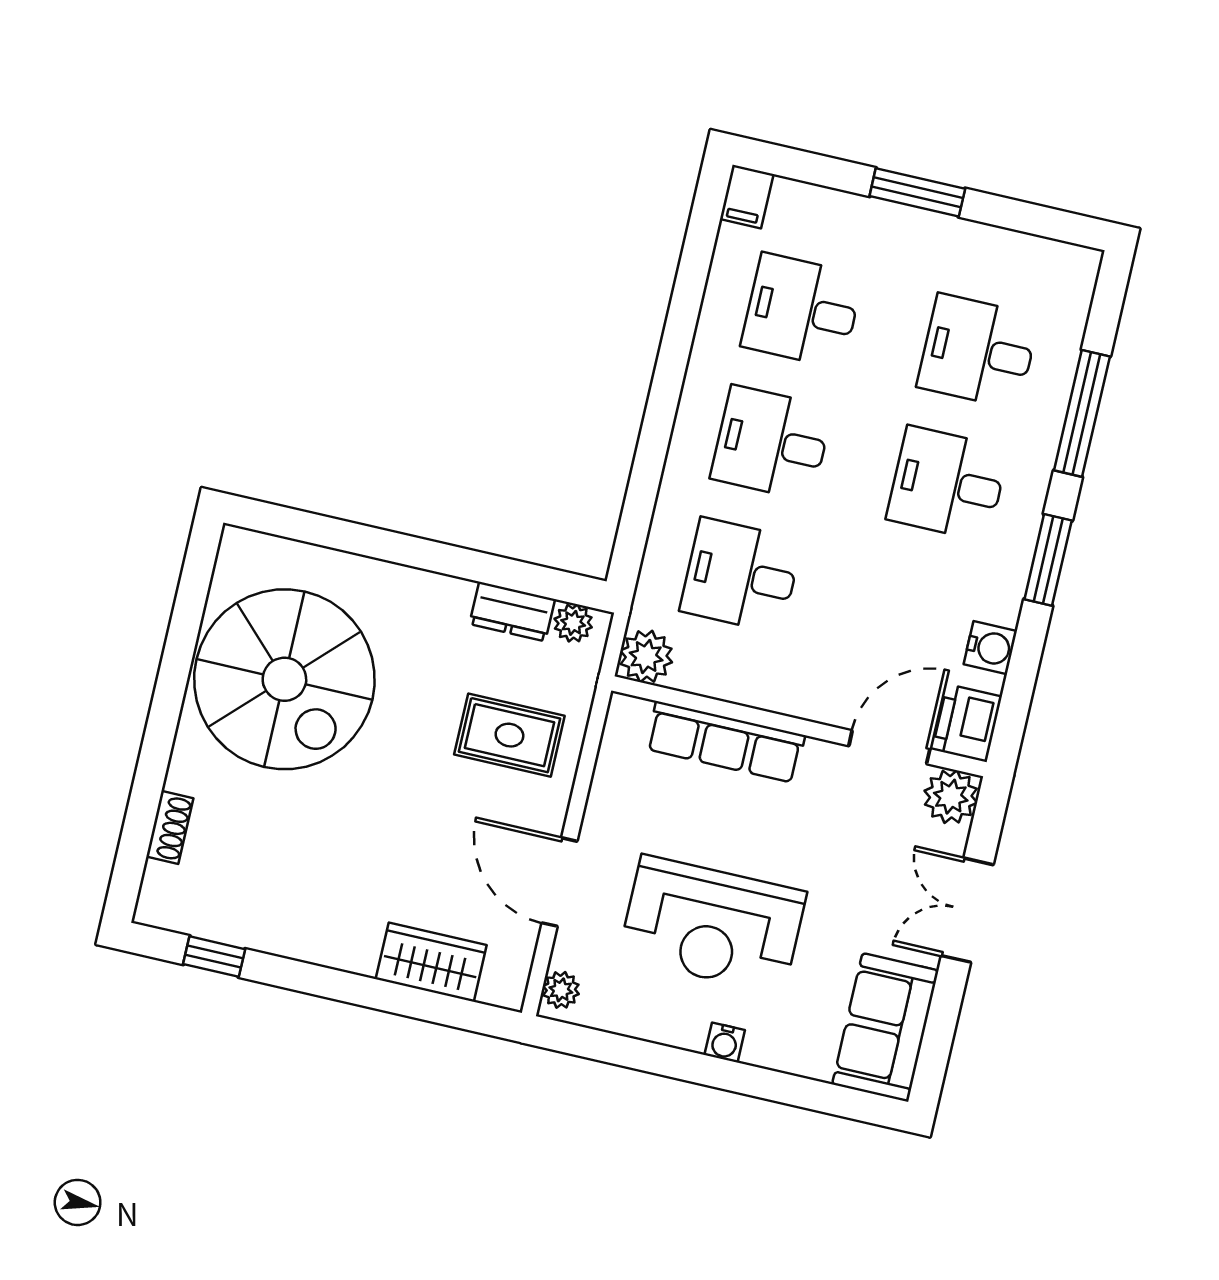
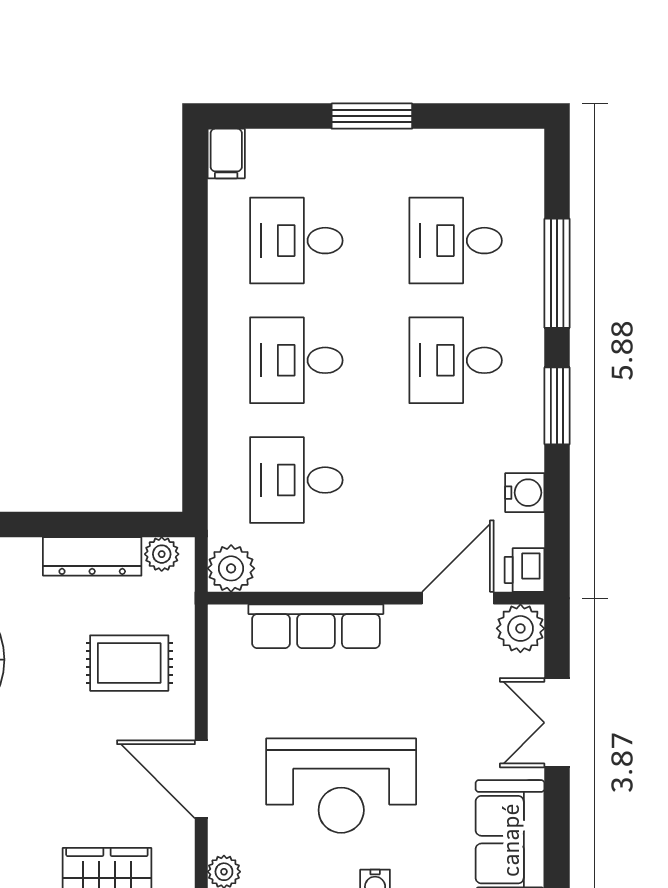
dresser: (512, 612) -> (92, 556), width x1.44
printer: (967, 723) -> (525, 570), width x0.73, depth x0.81

